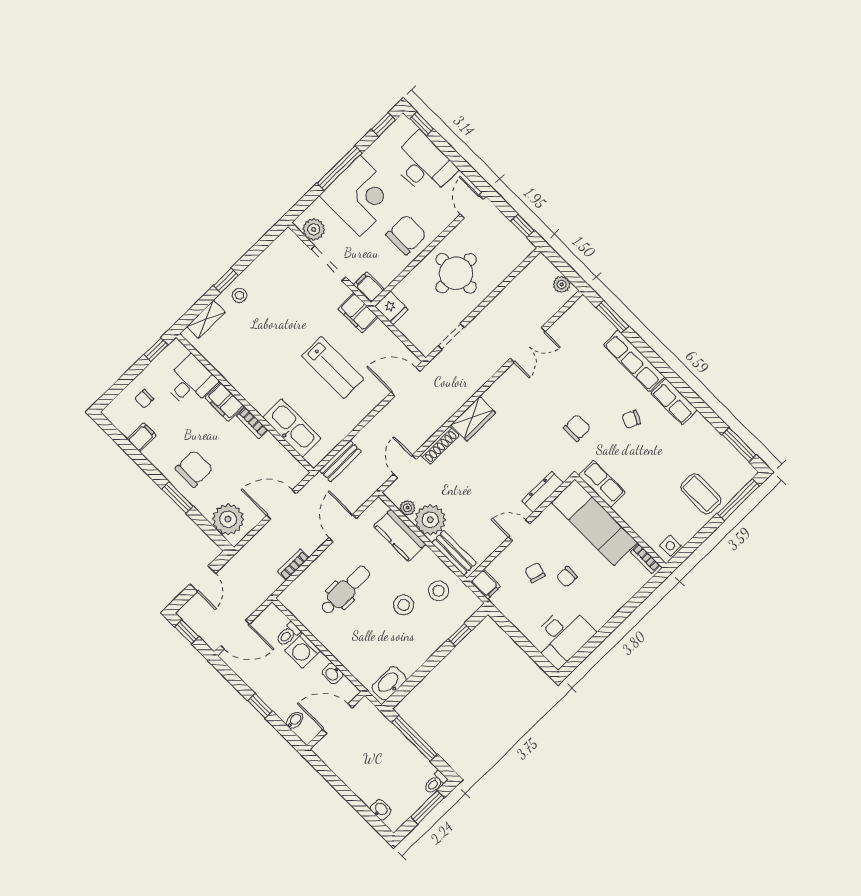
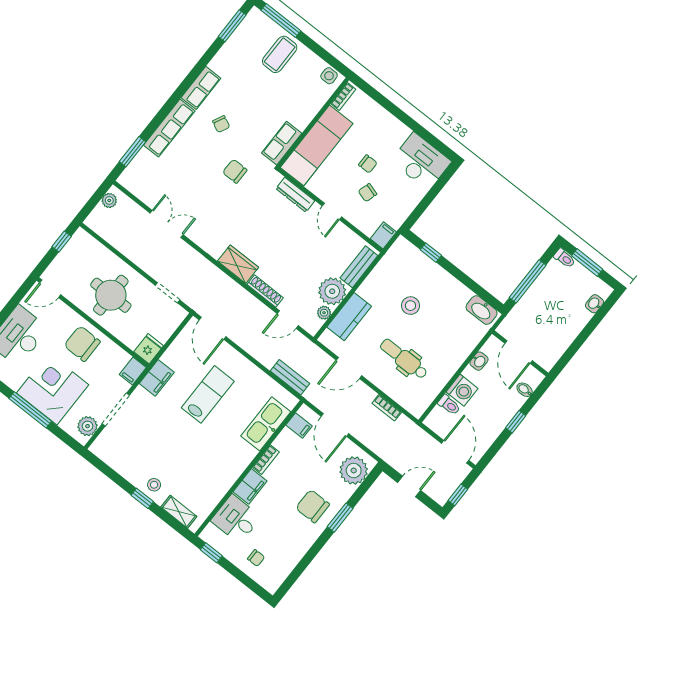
filing cabinet: (142, 437) -> (299, 426), moved, turned 180
stool: (439, 591) -> (394, 276), removed

